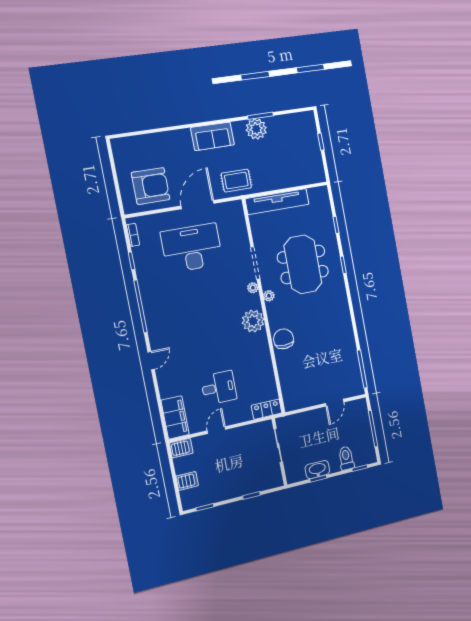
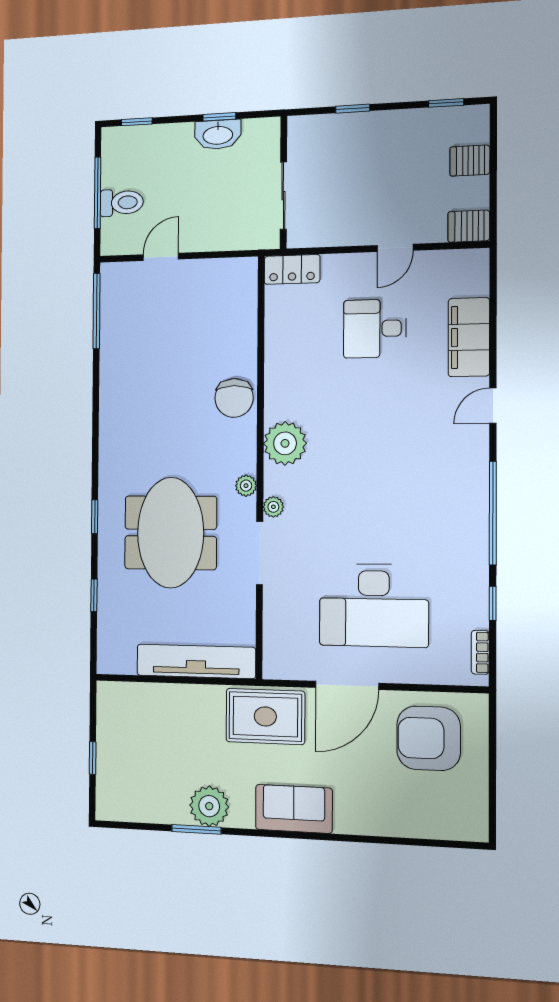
rug: (236, 180) -> (265, 716), width x1.36, depth x1.43
filing cabinet: (175, 417) -> (469, 337), moved
toilet: (346, 458) -> (122, 203), moved, turned -90

